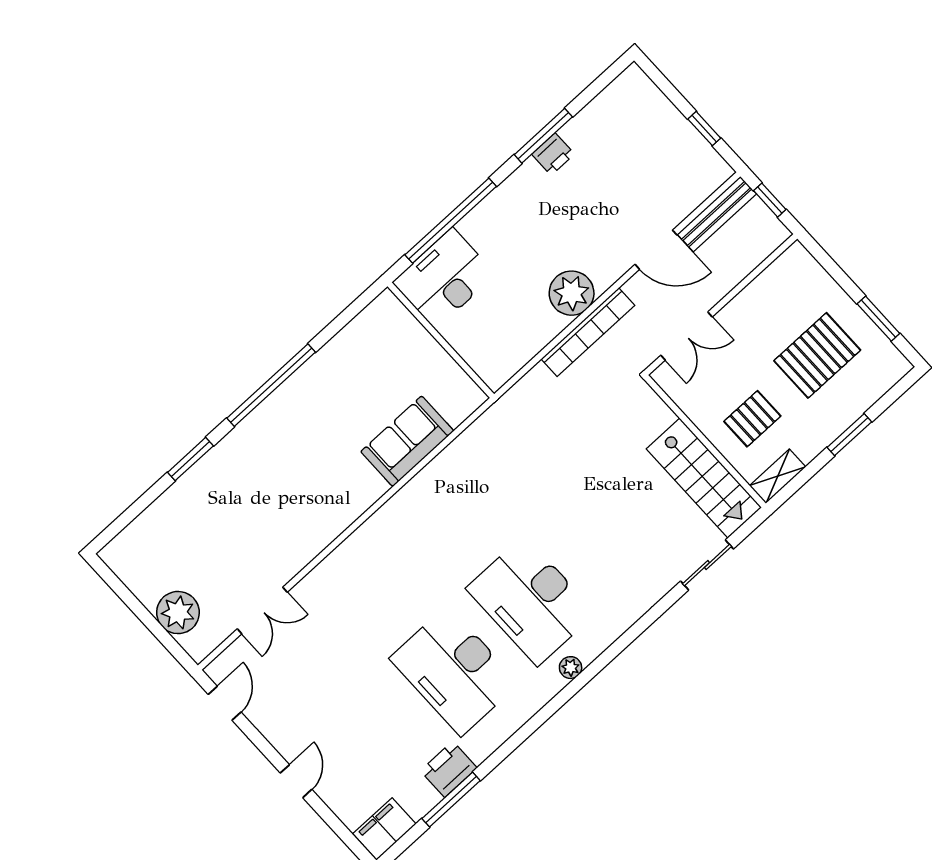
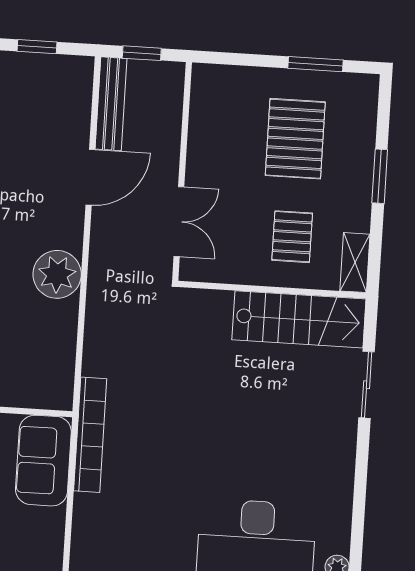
bookcase: (588, 332) -> (90, 435), moved
sofa: (407, 441) -> (43, 461), moved

